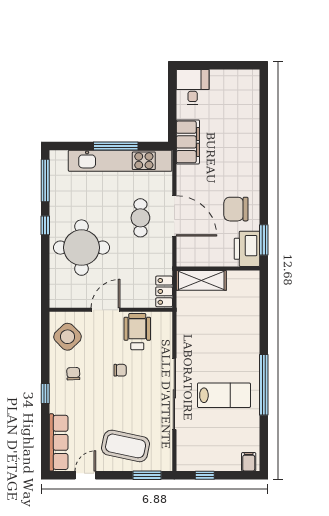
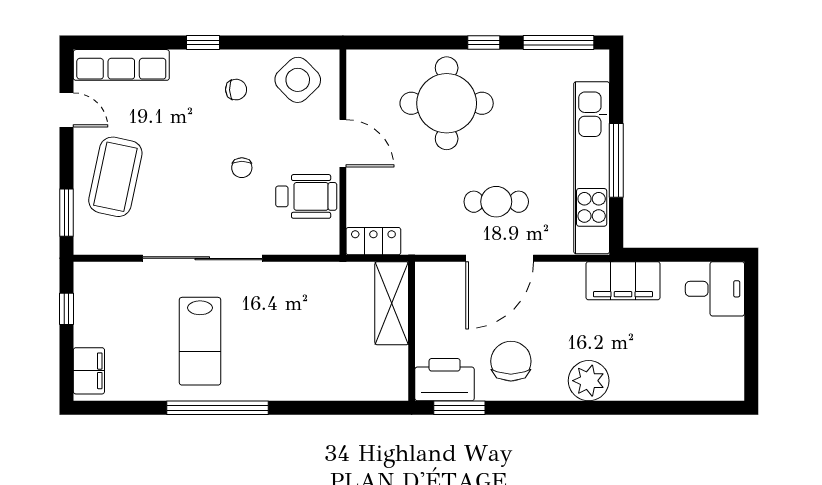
plant: (248, 163) -> (589, 381), added
filing cabinet: (249, 462) -> (89, 371), width x2.00

